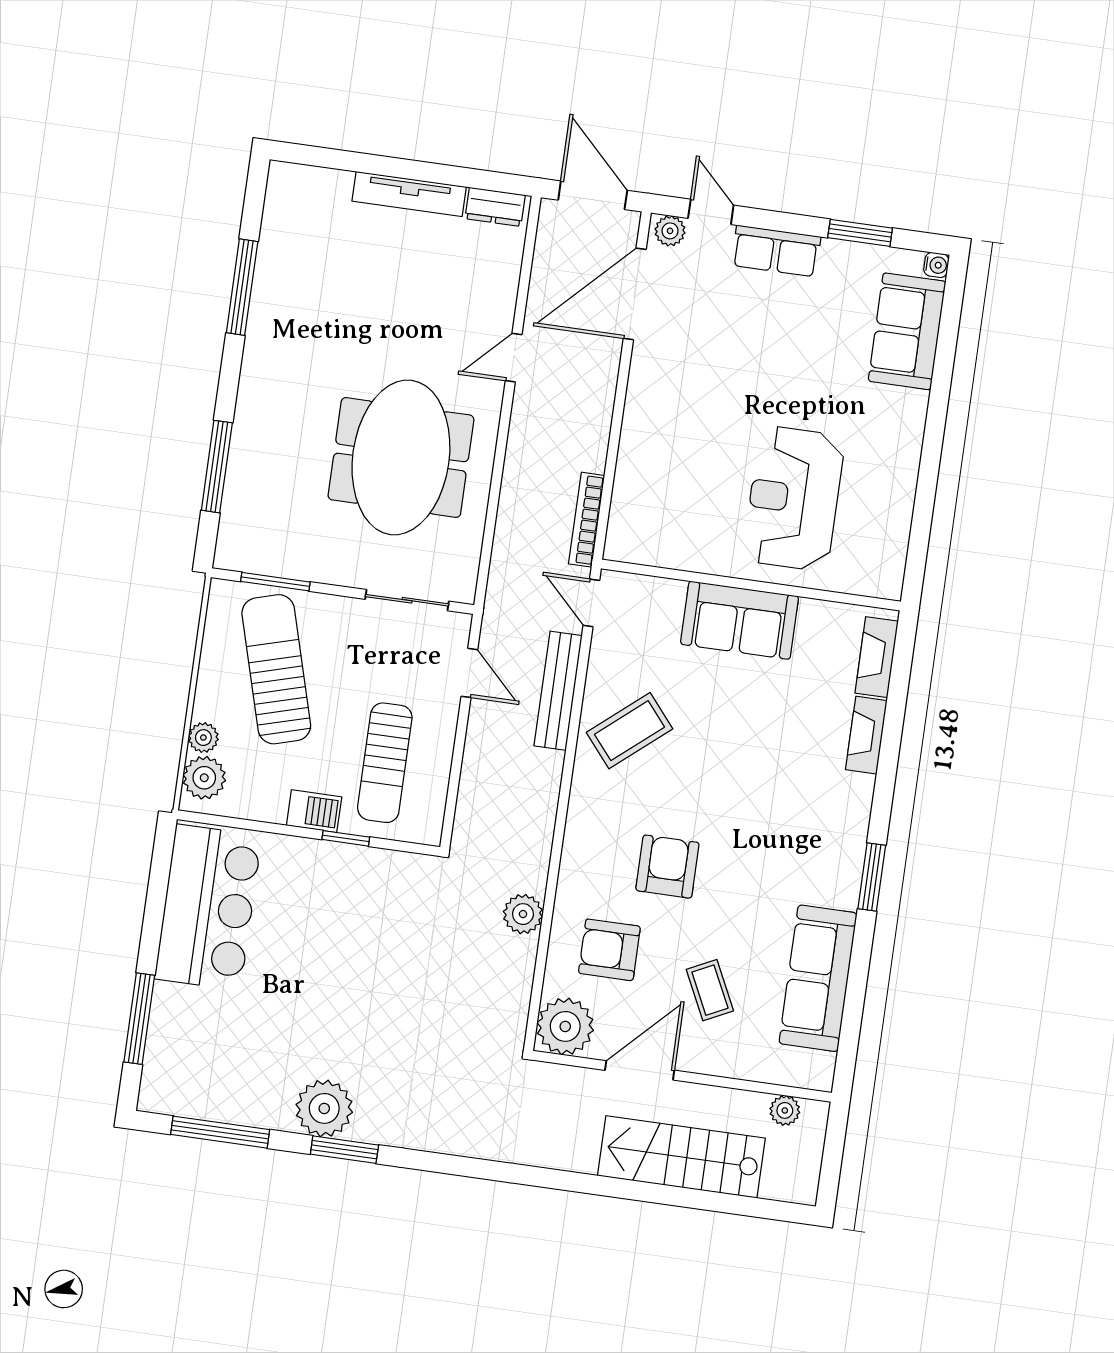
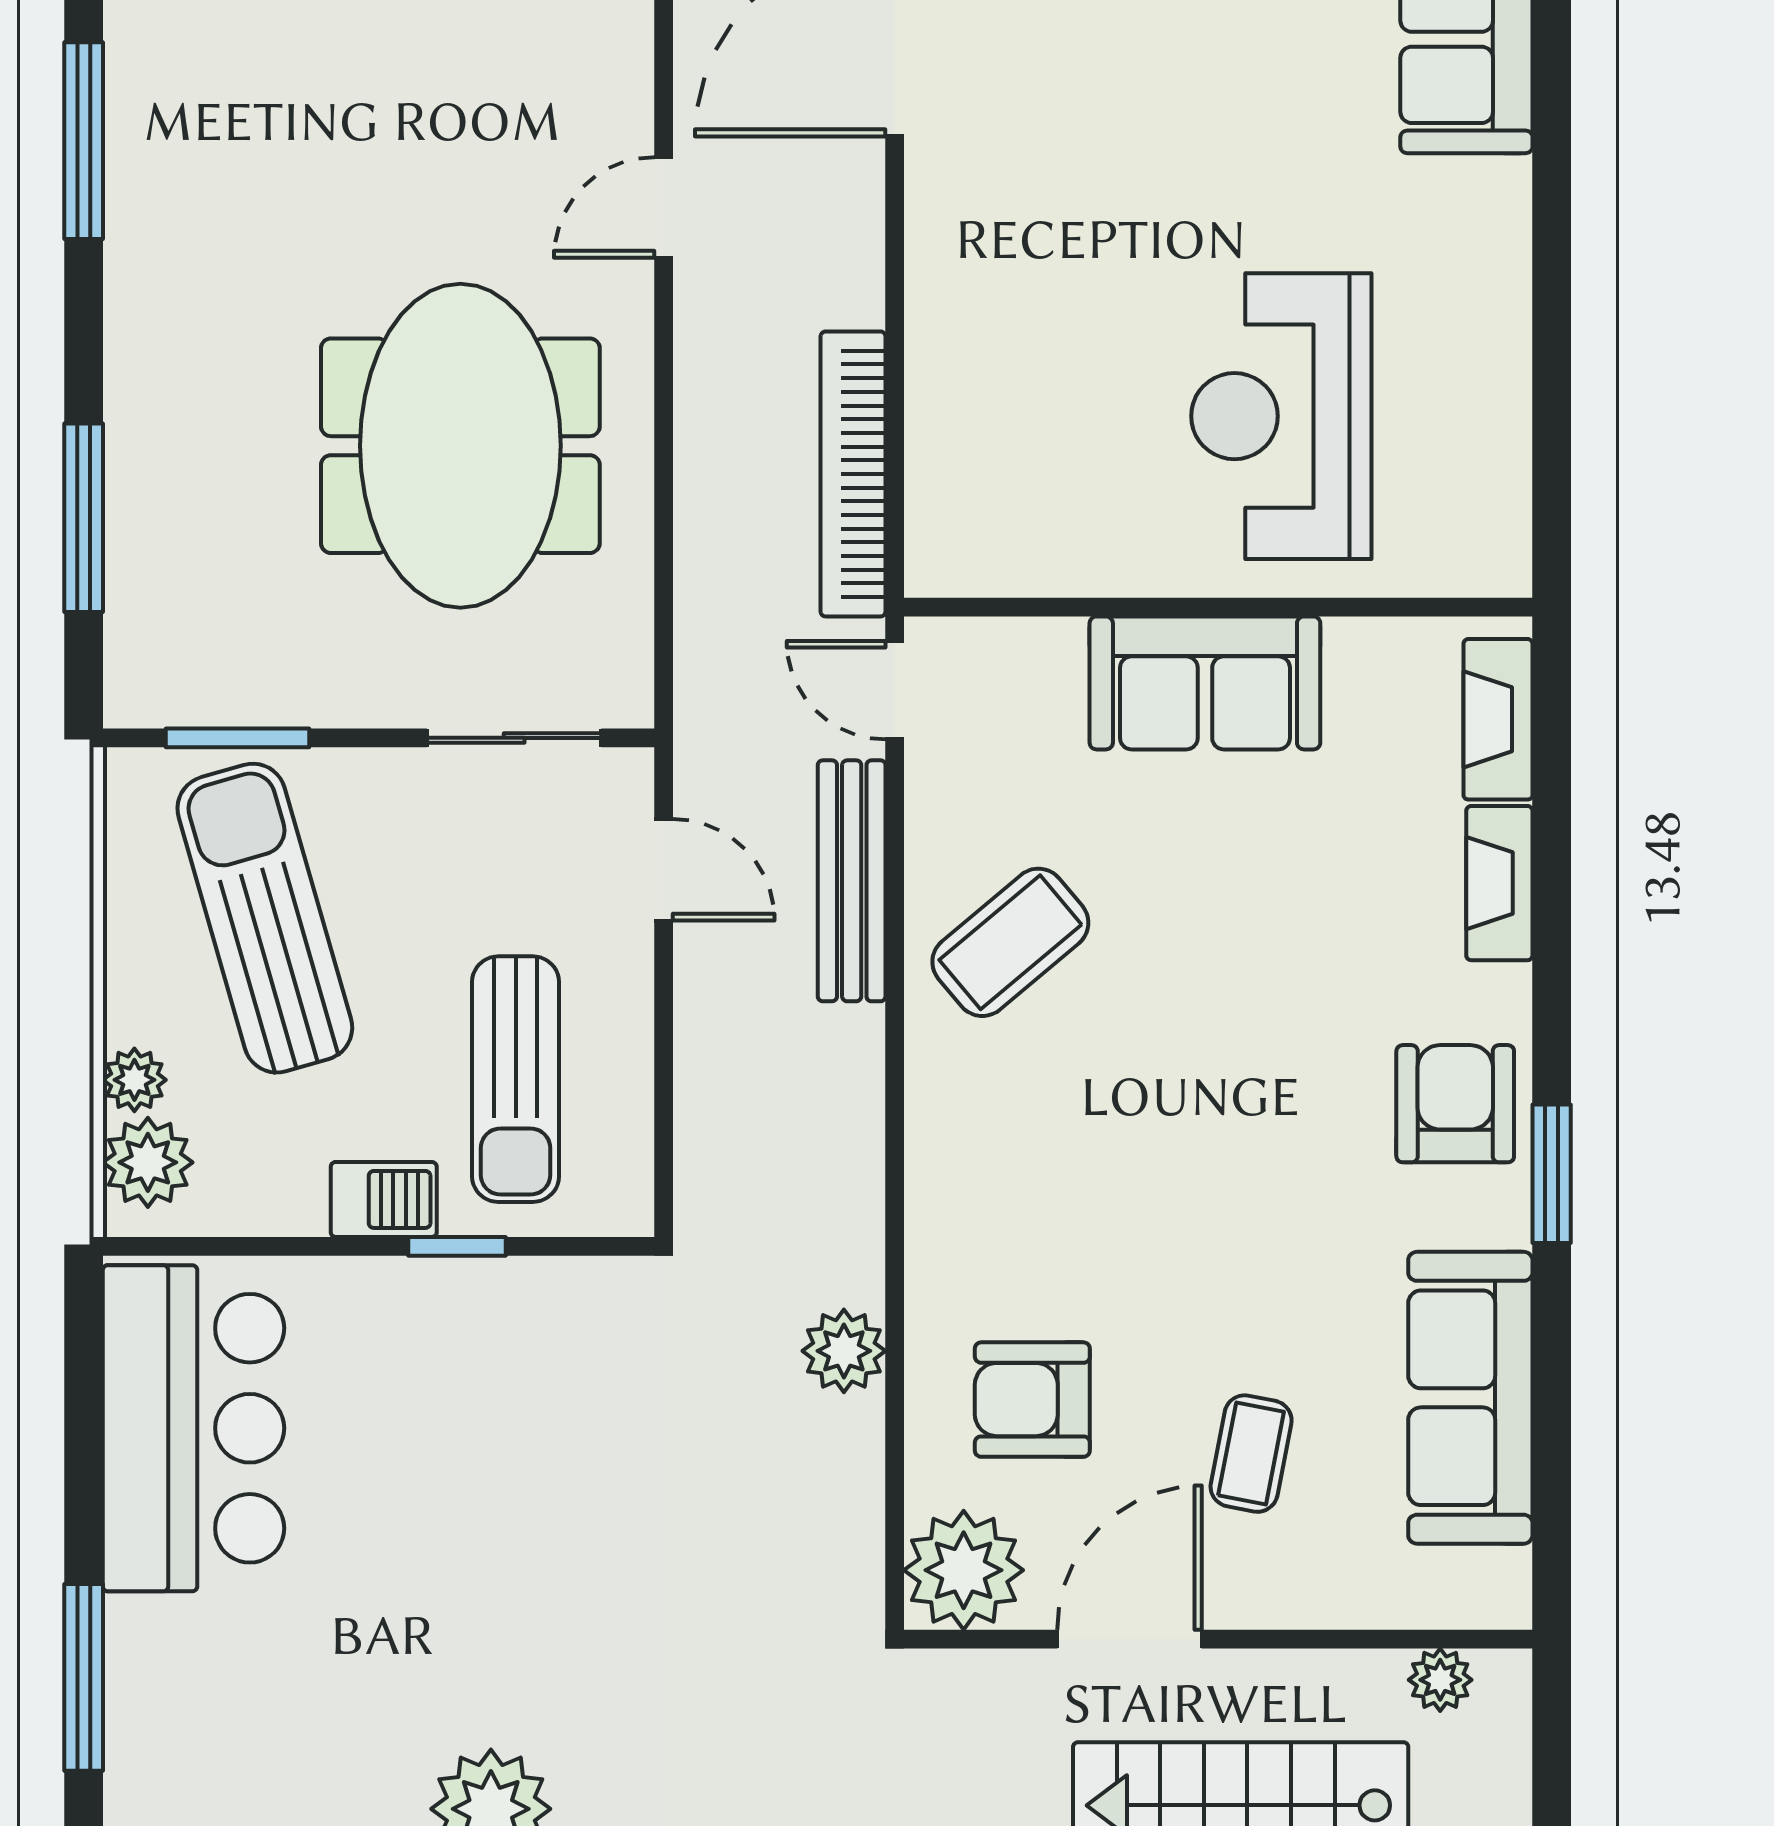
bookcase: (587, 520) -> (853, 474), width x1.48, depth x1.31
armchair: (667, 867) -> (1455, 1104), moved
coffee table: (710, 990) -> (1251, 1454), turned 37

